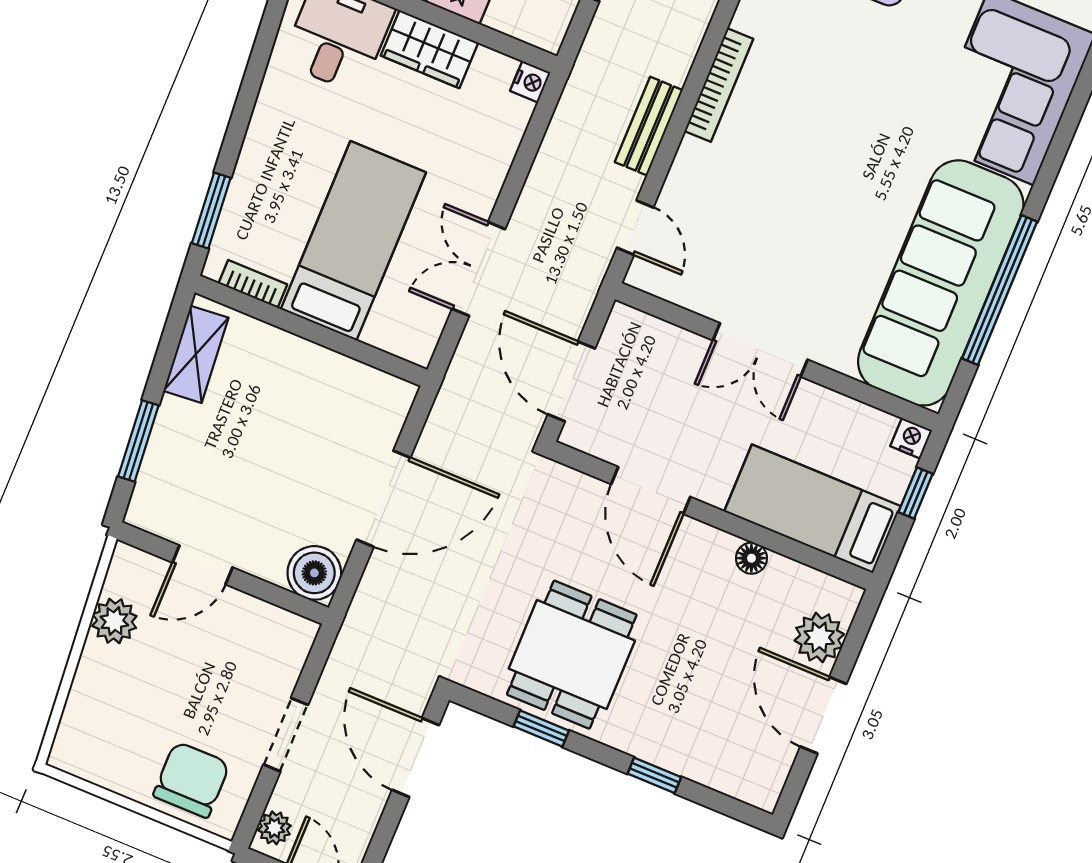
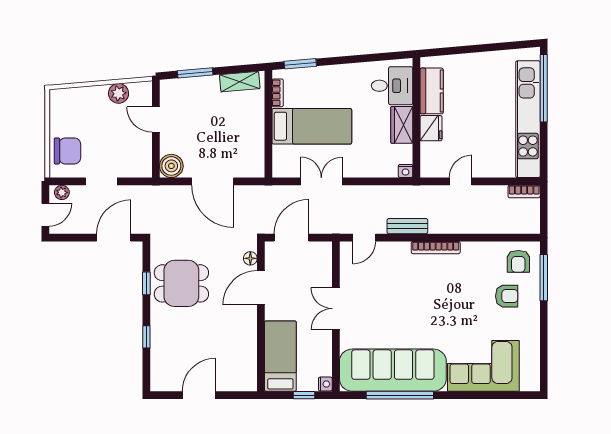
floor lamp: (751, 558) -> (250, 258), moved
plant: (819, 637) -> (230, 380), removed

